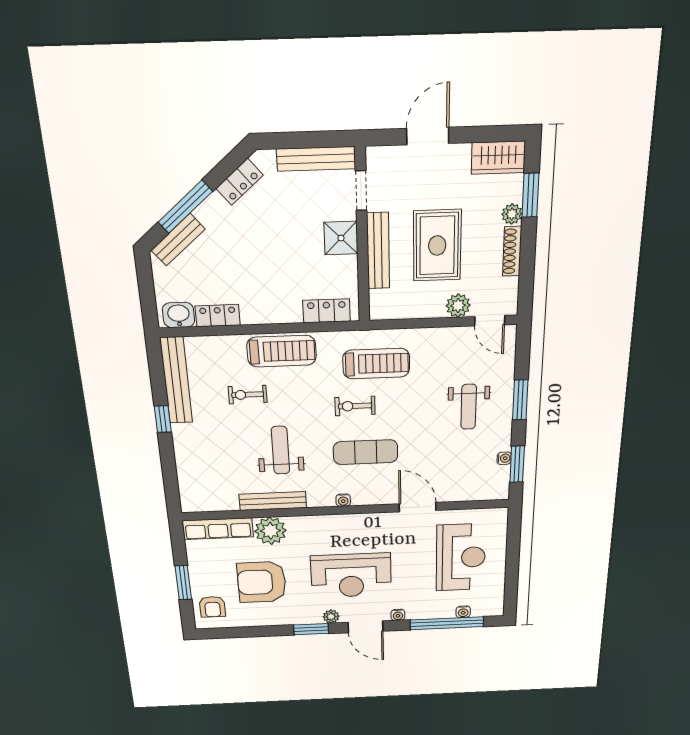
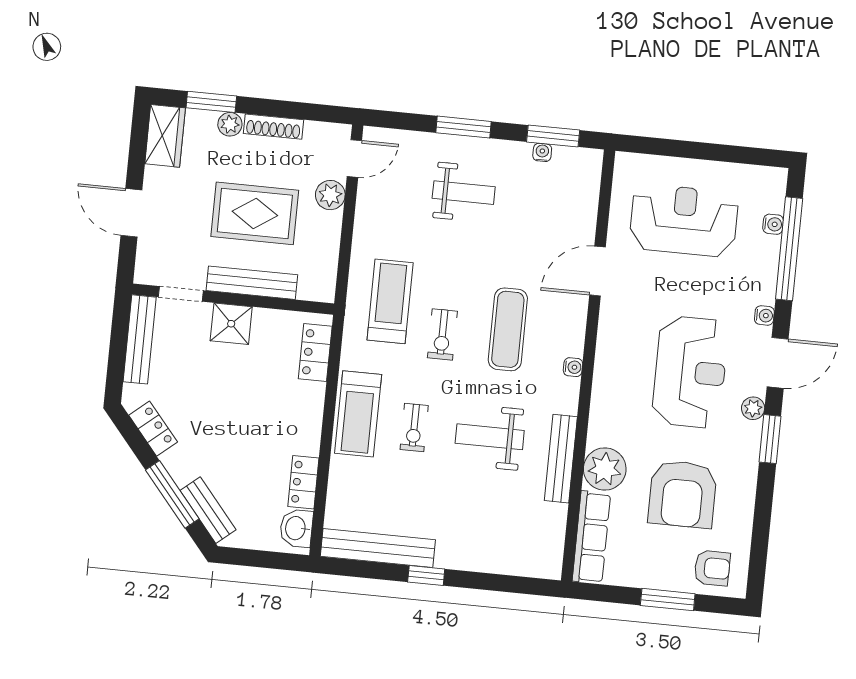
treadmill: (282, 351) -> (358, 414), turned 180
exercise bike: (248, 395) -> (414, 427), moved

